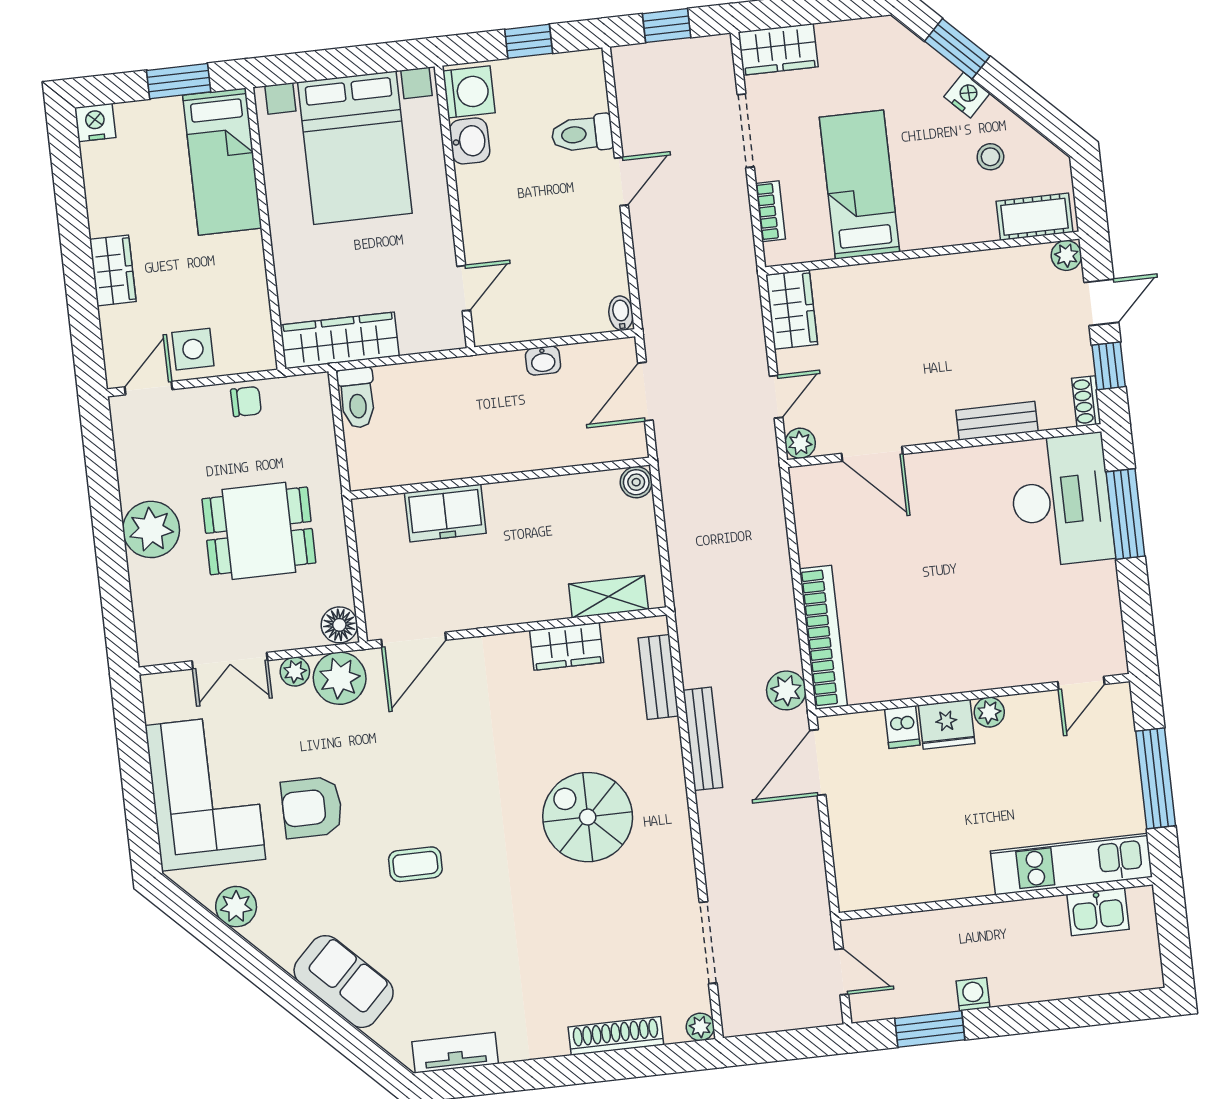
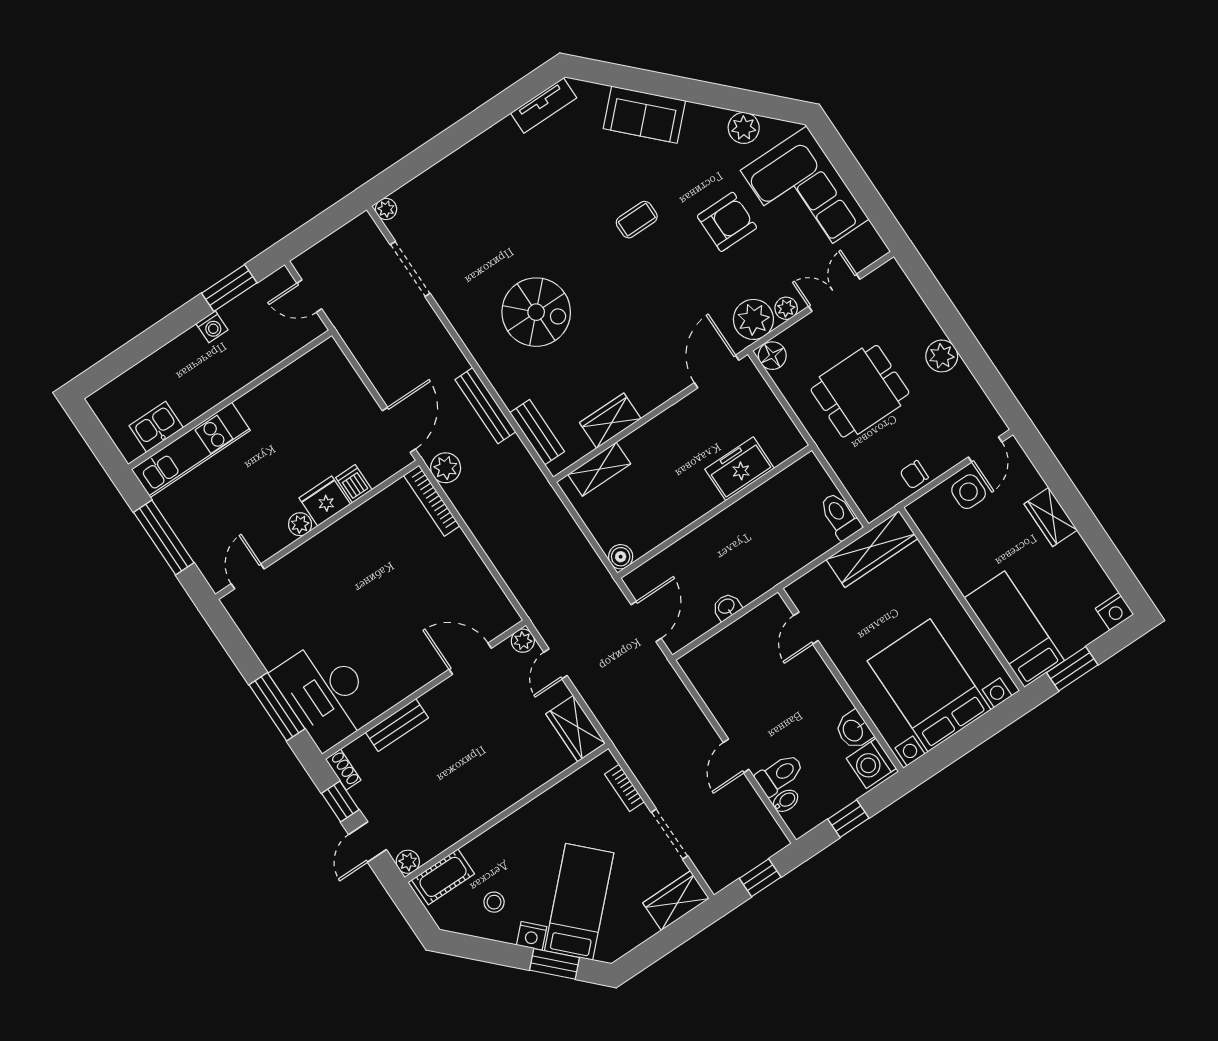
bed: (859, 185) -> (579, 902), moved, turned -135
bidet: (621, 313) -> (786, 801), moved, turned -90
plant: (151, 529) -> (942, 356), width x0.73, depth x0.73
bookcase: (823, 637) -> (432, 501), width x0.68, depth x0.76
shoe rack: (616, 1036) -> (440, 173), removed

